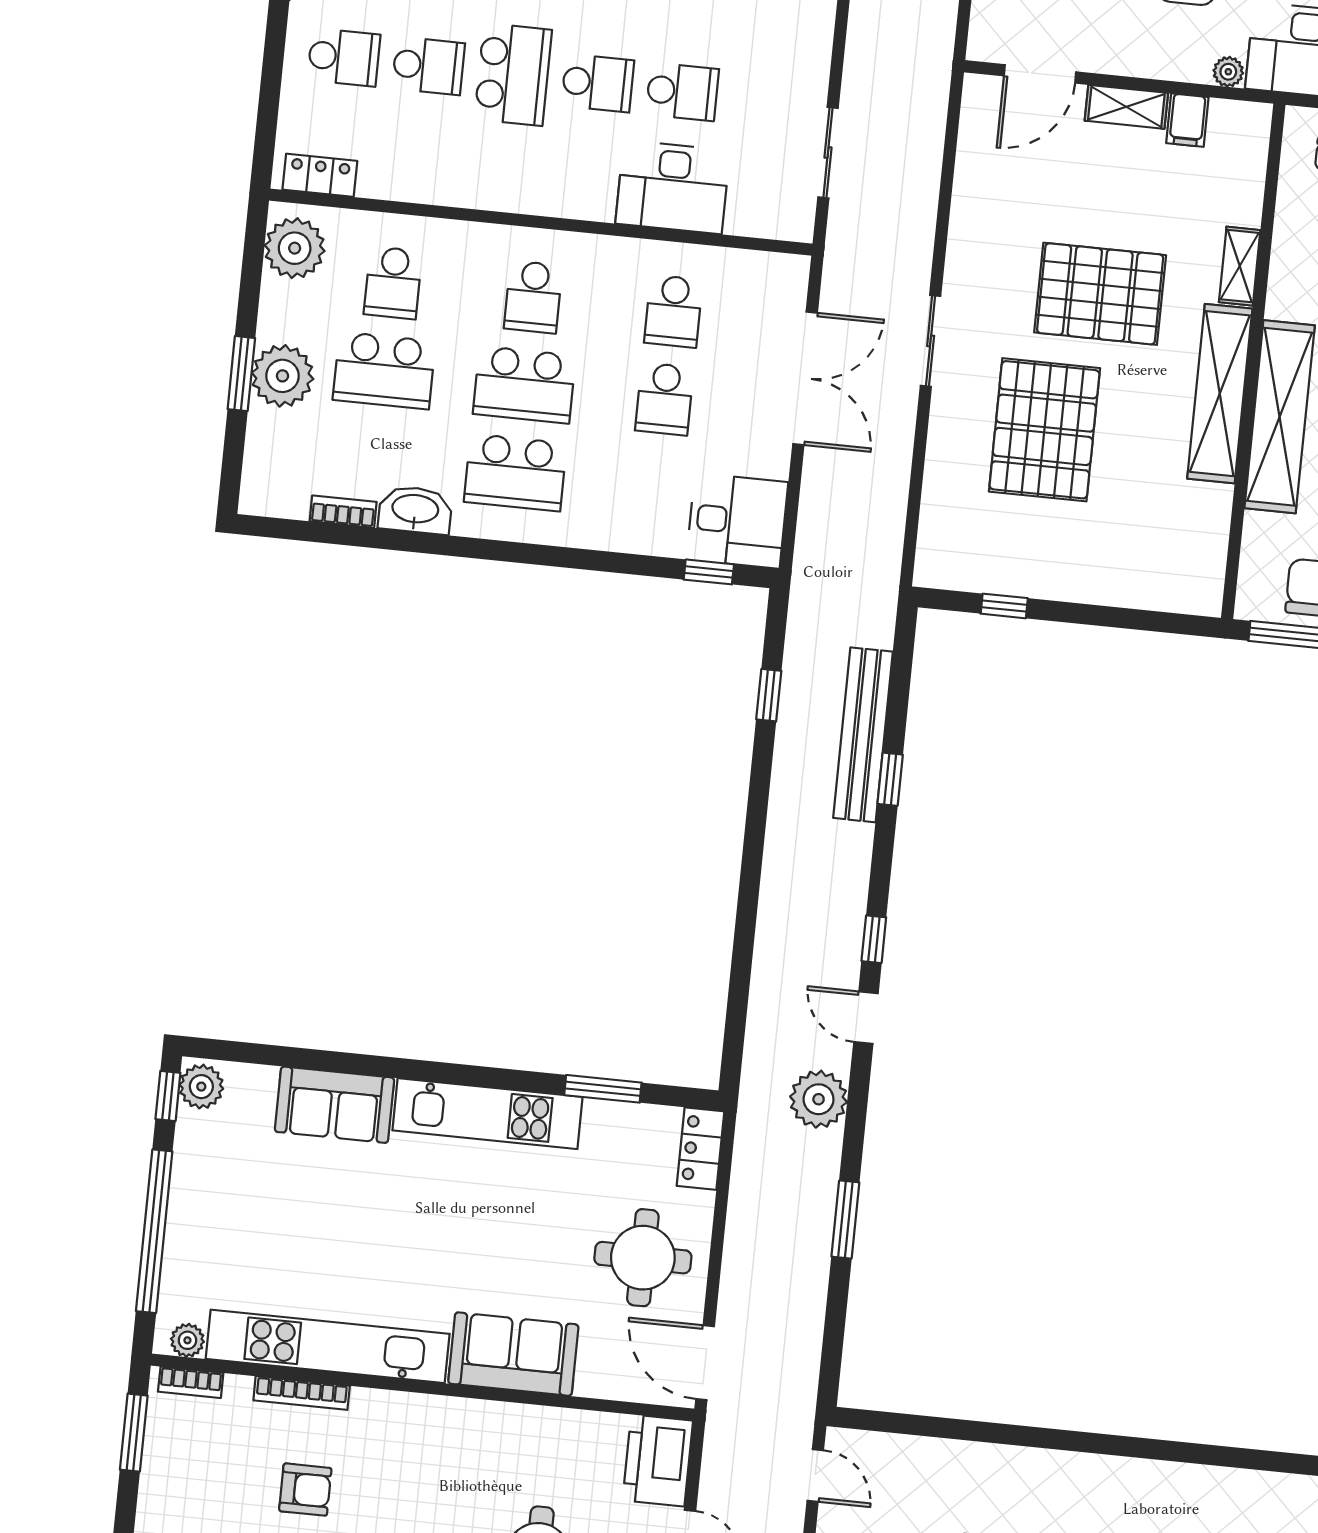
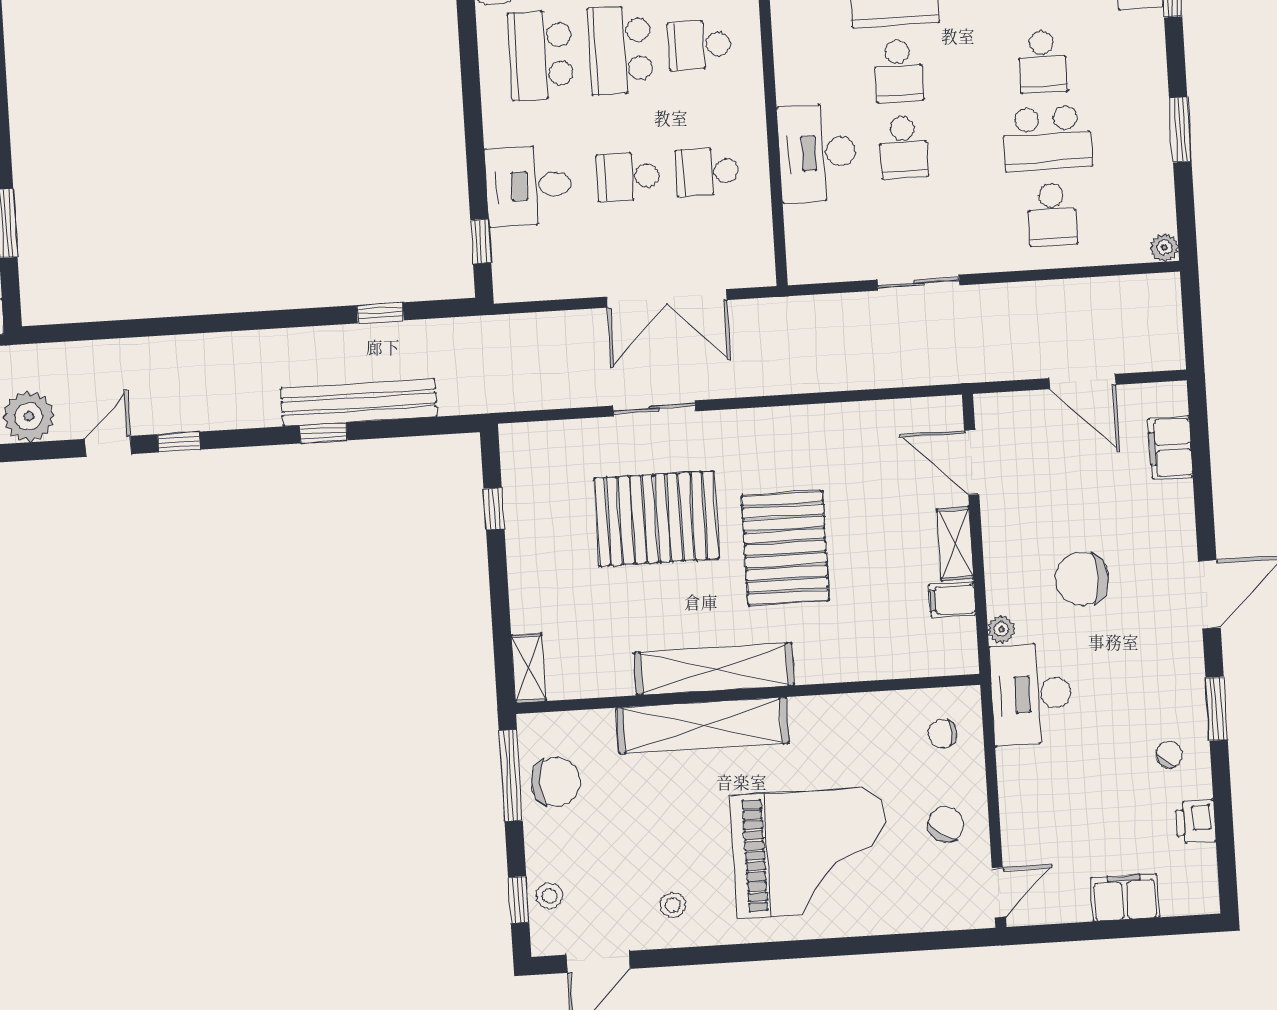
sliding door: (828, 153) -> (918, 283), moved
shelving: (1240, 266) -> (528, 668), moved, turned 90
sliding door: (931, 341) -> (654, 408), moved
desk: (737, 521) -> (529, 186), moved, turned 90

